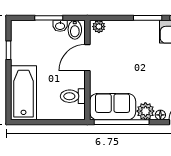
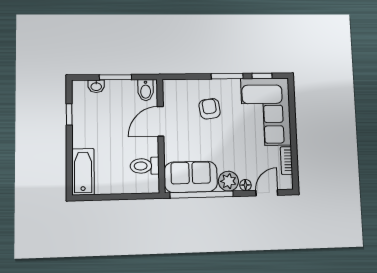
washbasin: (60, 26) -> (96, 86), moved
plant: (99, 27) -> (173, 86), removed
armchair: (131, 47) -> (210, 109), added
bathtub: (24, 93) -> (83, 172), width x0.73, depth x0.73

